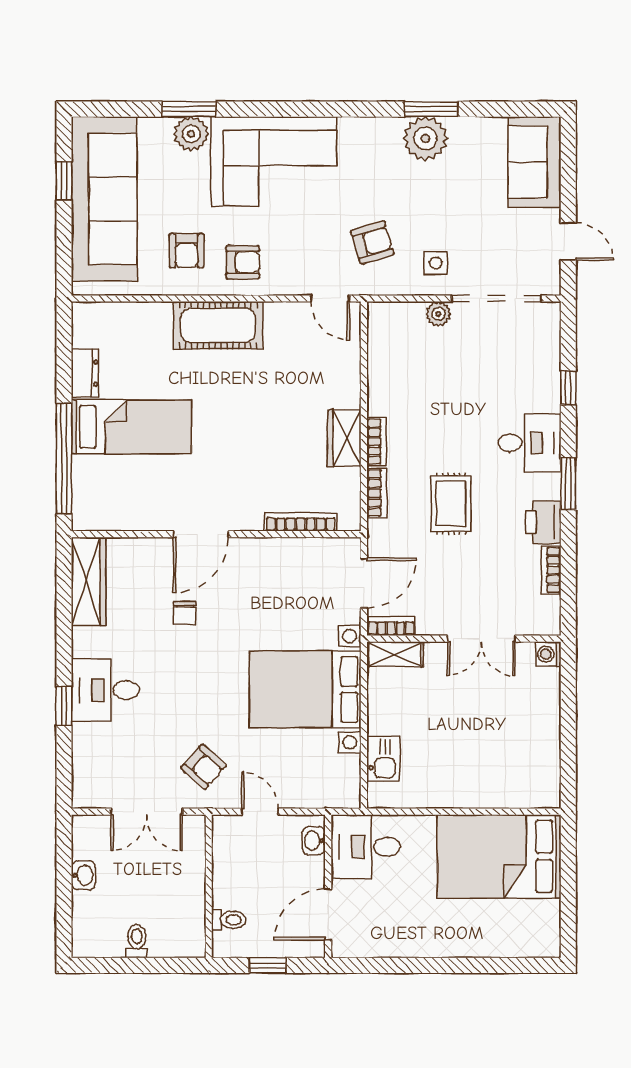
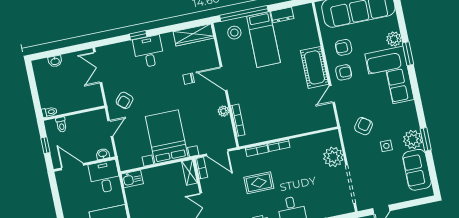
window: (189, 109) -> (408, 54), moved
sofa: (534, 162) -> (417, 170), moved, turned -90
armchair: (372, 242) -> (364, 126), turned -127
armchair: (243, 262) -> (344, 72), turned -90
side table: (436, 263) -> (386, 146), moved
door: (330, 299) -> (332, 94), moved
plant: (438, 314) -> (333, 157), width x1.88, depth x1.88
wardrobe: (344, 438) -> (278, 131), removed
stool: (103, 489) -> (234, 33), added
plant: (274, 550) -> (223, 111), added
kitchen sink: (383, 759) -> (132, 179), moved
double door: (147, 812) -> (98, 67), moved
washbasin: (83, 875) -> (55, 61), moved
toilet: (137, 941) -> (49, 112), moved

